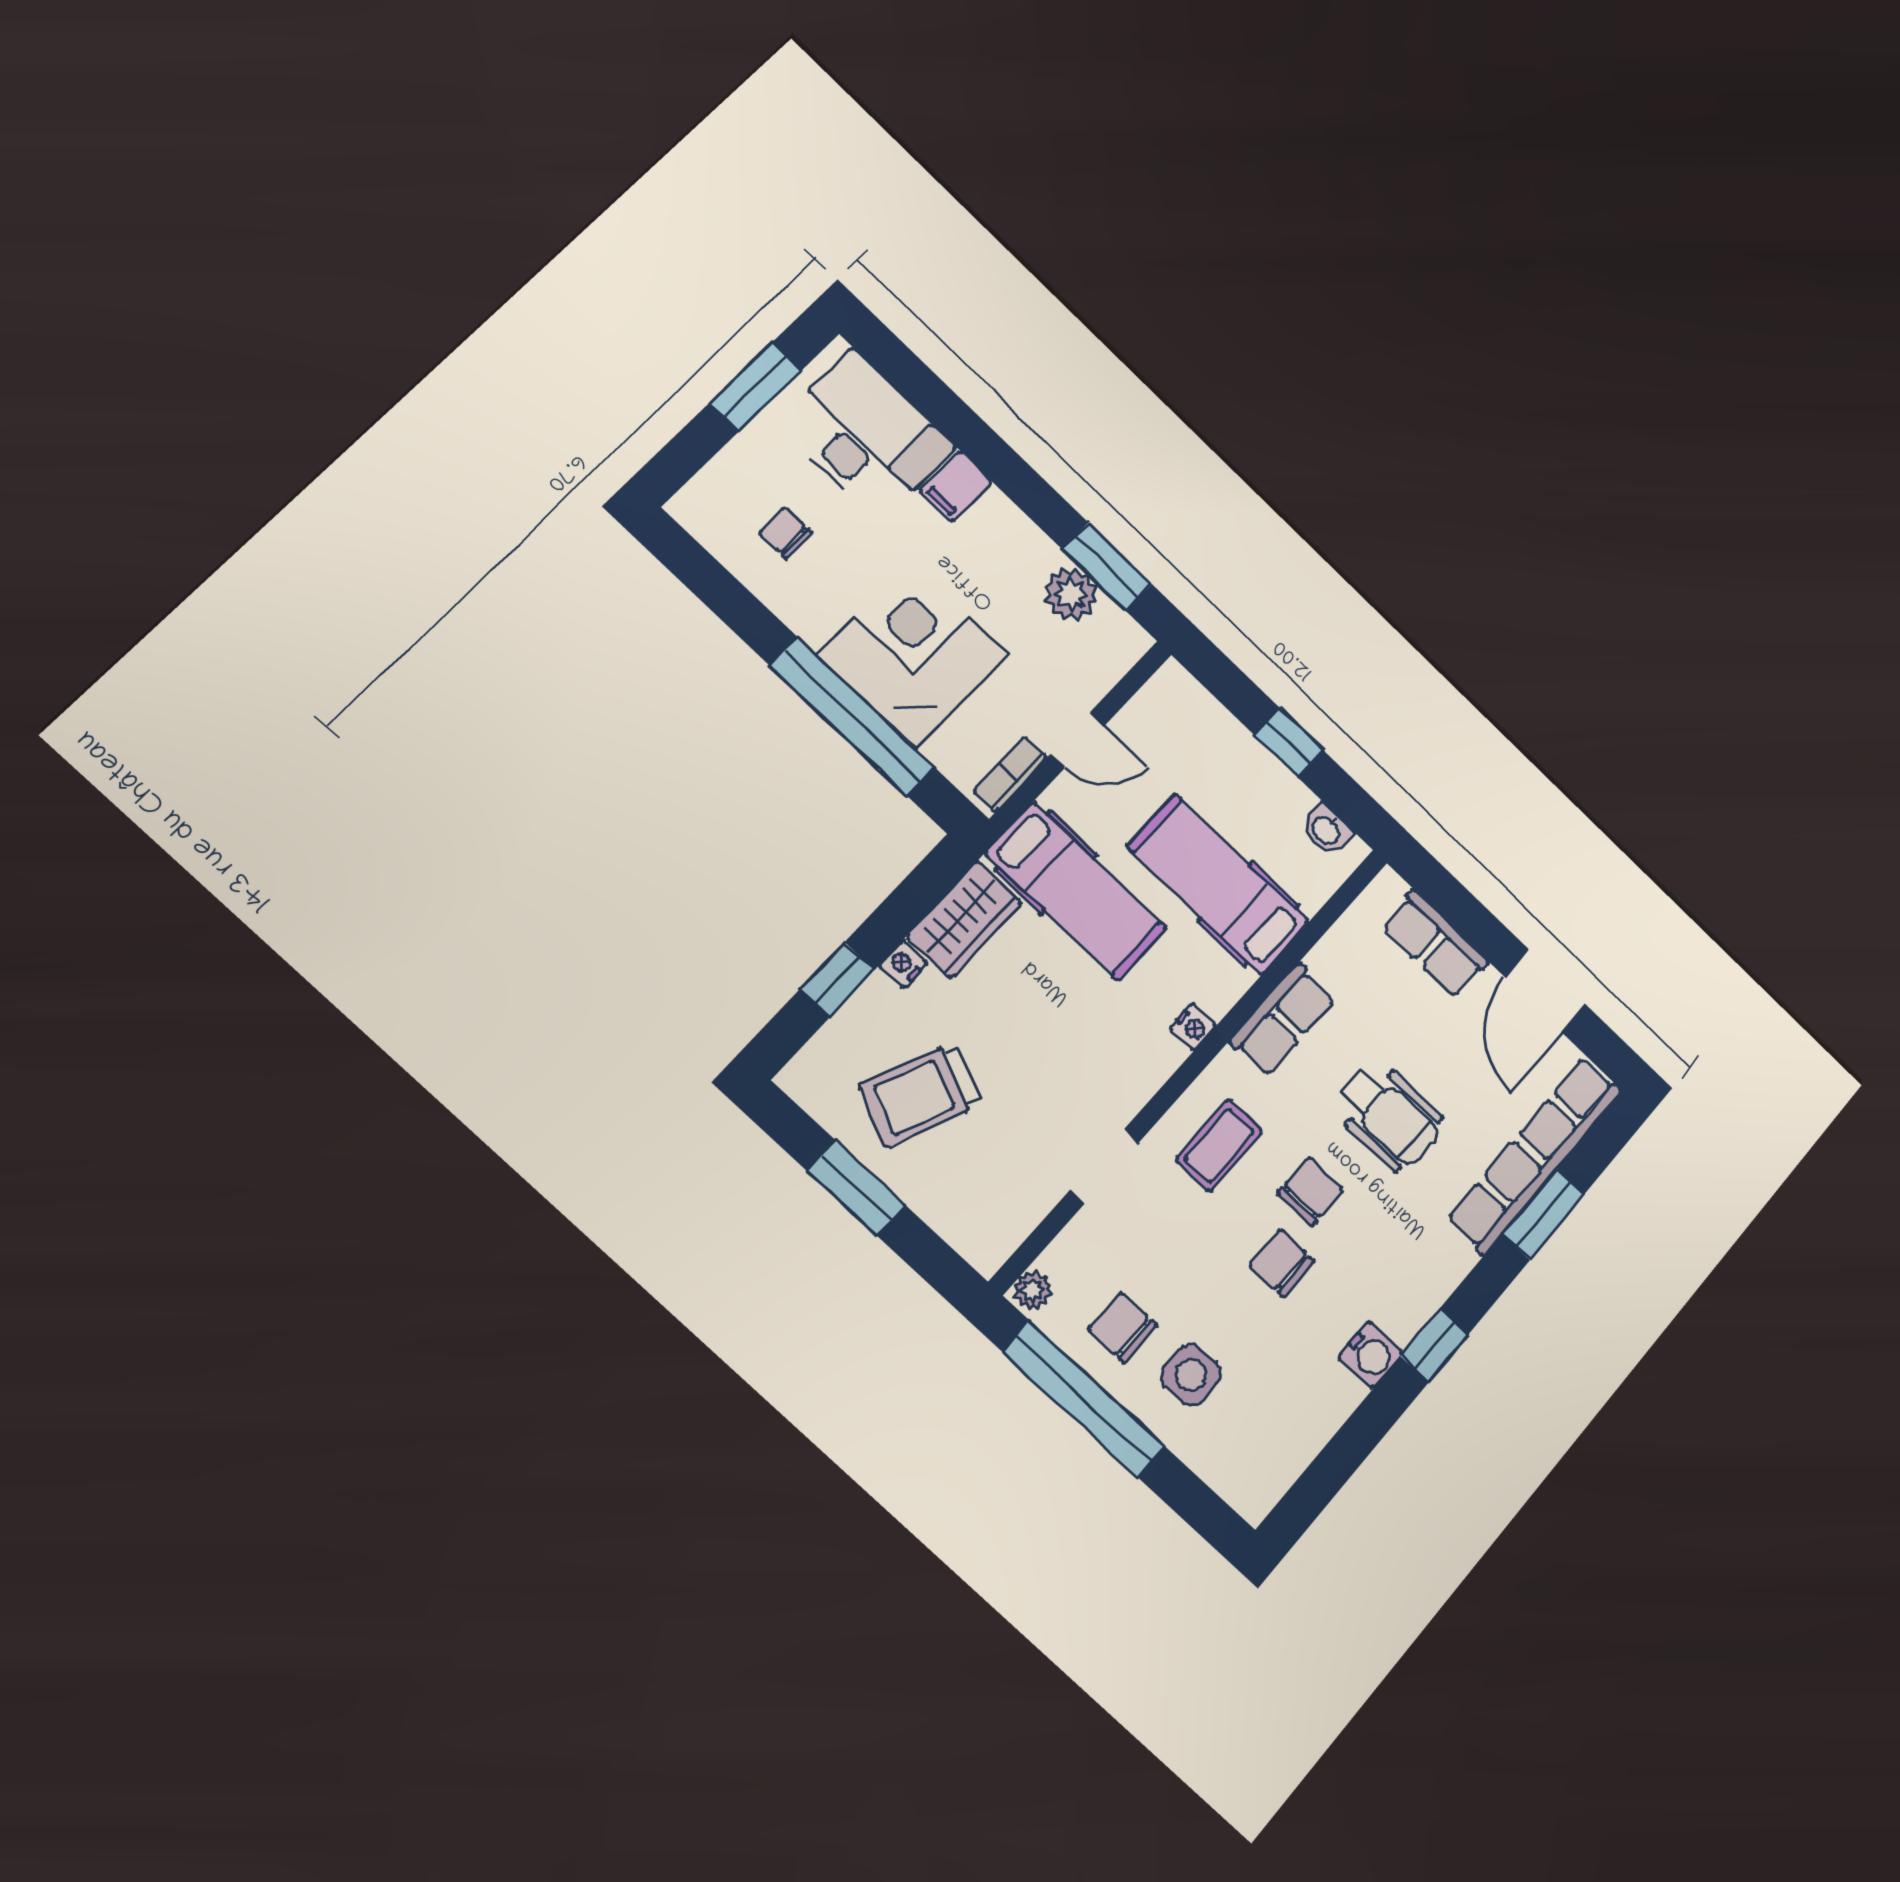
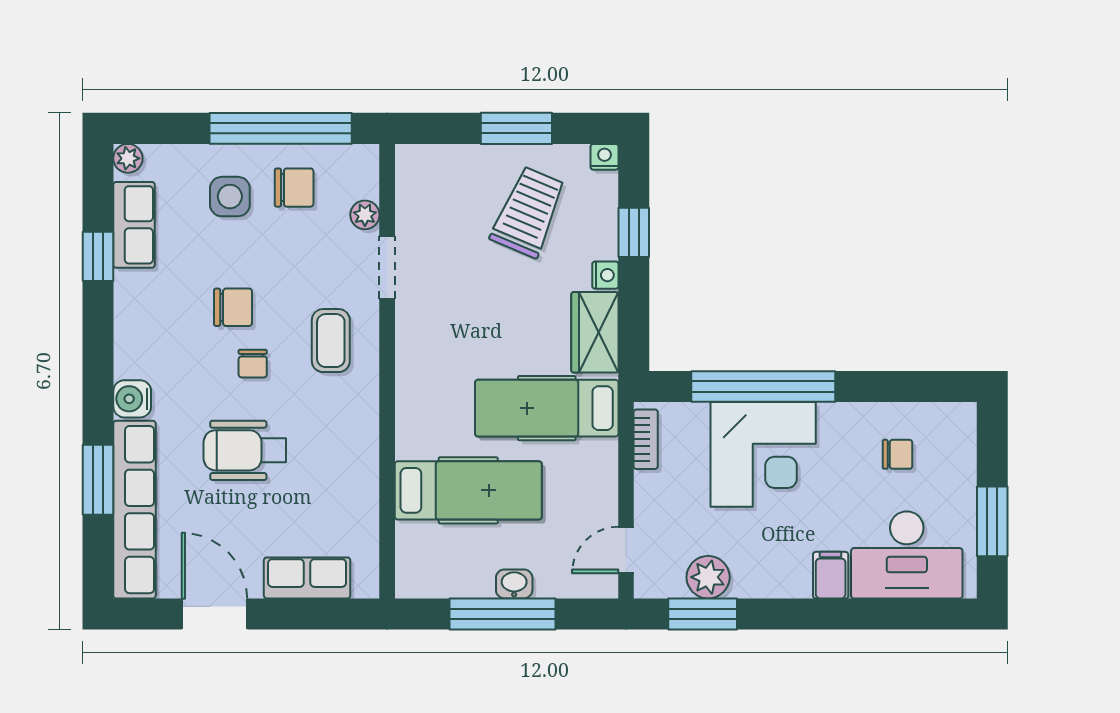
door: (1078, 740) -> (626, 550), moved
window: (1289, 743) -> (502, 614), width x2.17
washbasin: (1326, 829) -> (514, 584), moved
row of seats: (1283, 1020) -> (134, 225), moved, turned 180
nightstand: (1193, 1027) -> (604, 157), moved, turned 90
chair: (1310, 1191) -> (253, 364), width x0.73, depth x0.73
plant: (1033, 1290) -> (365, 215), moved
window: (1434, 1345) -> (98, 256), moved
water cooler: (1371, 1355) -> (132, 399), moved
plant: (1254, 1503) -> (128, 158), added

